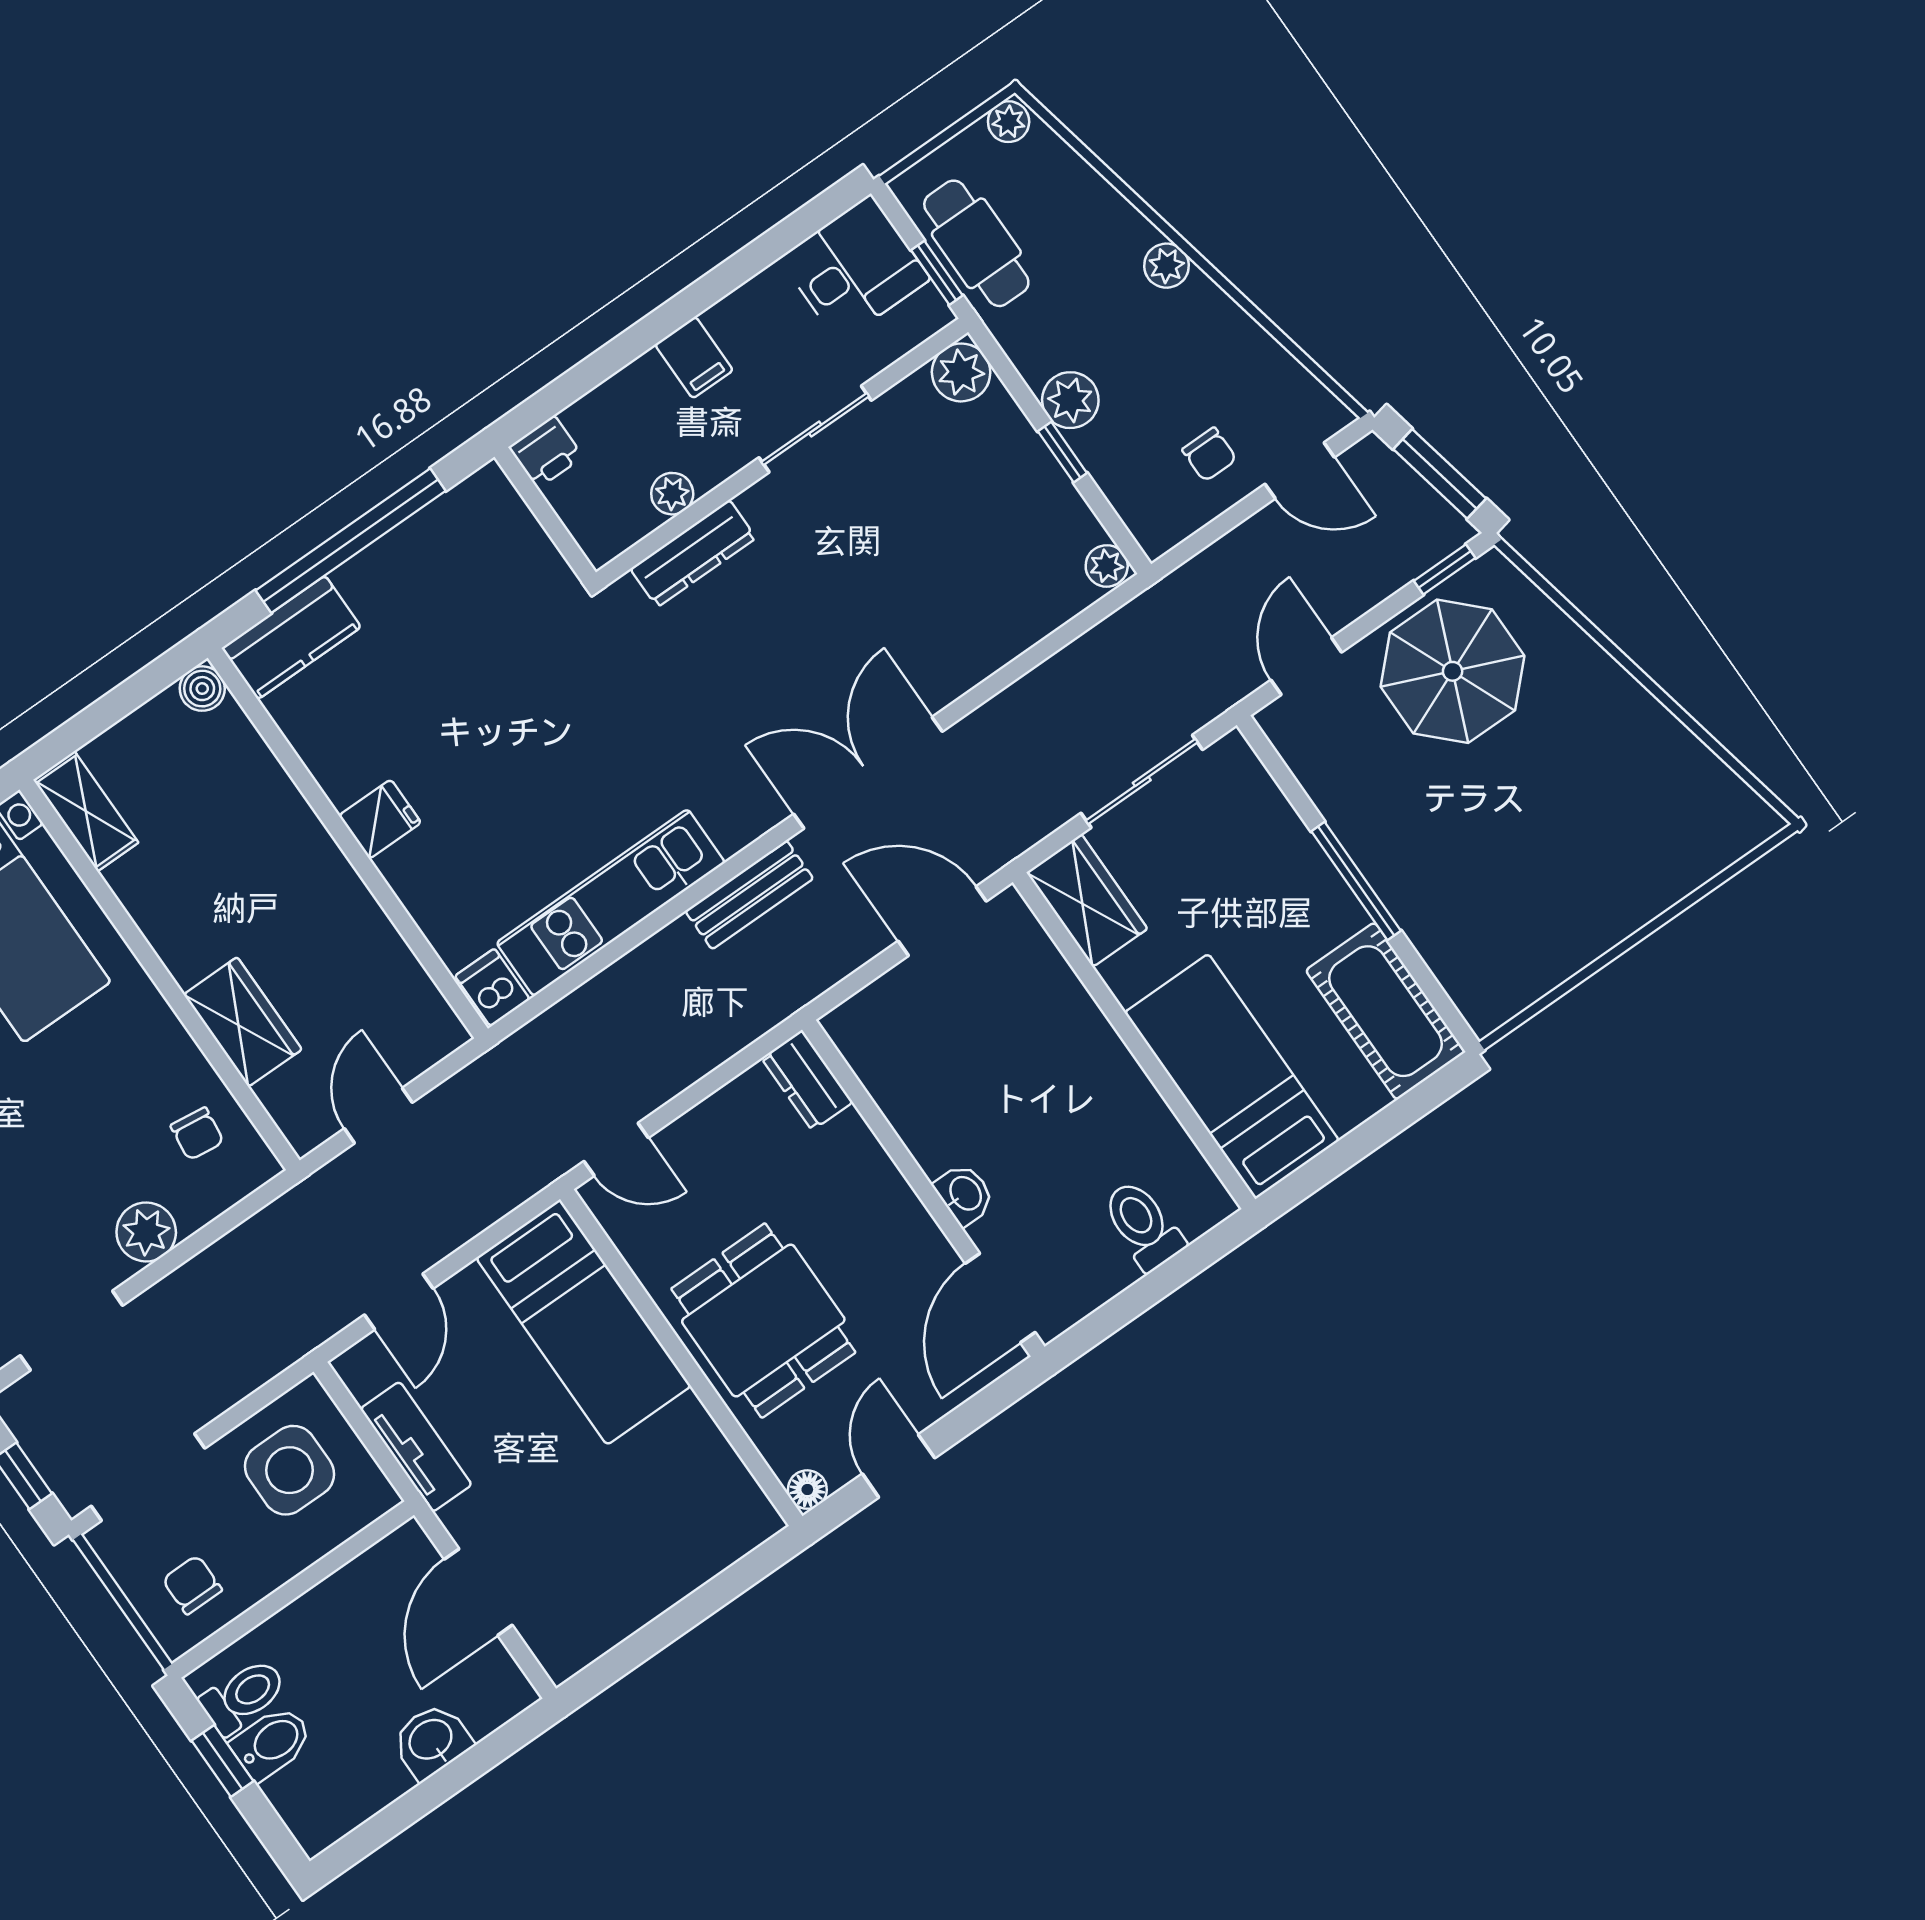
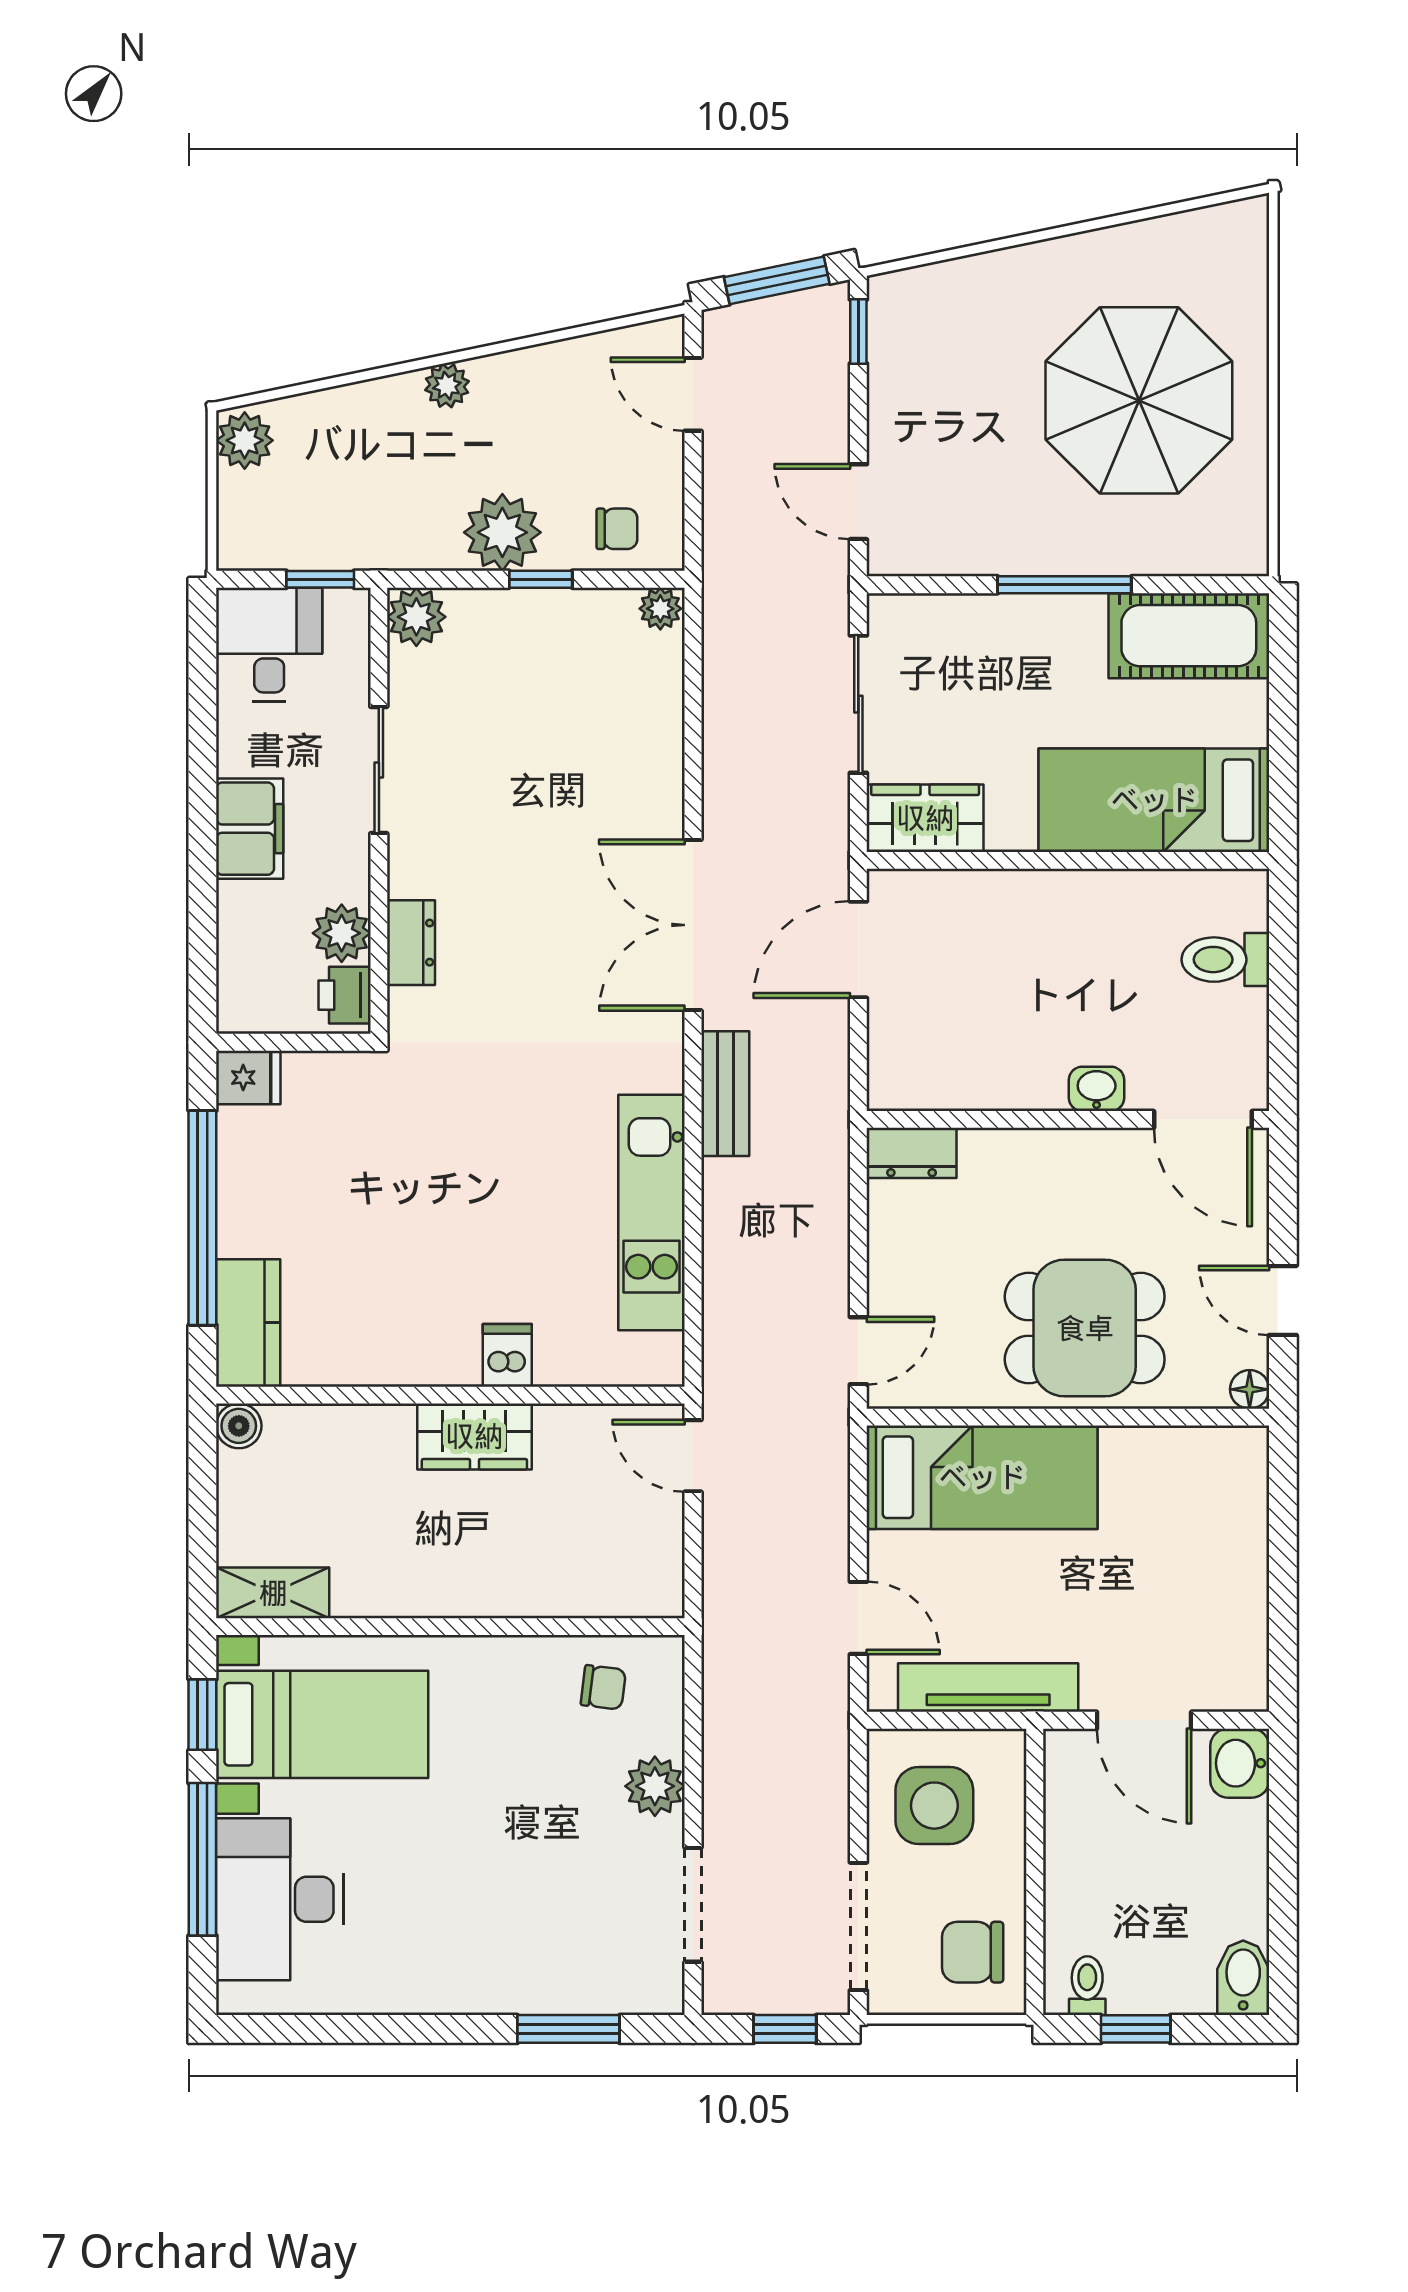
plant: (1009, 122) -> (245, 440), width x1.38, depth x1.38
cafe table: (976, 243) -> (319, 530), removed
filing cabinet: (694, 357) -> (250, 829), width x2.00
plant: (1070, 400) -> (502, 532), width x1.36, depth x1.36
printer: (546, 452) -> (345, 995), moved, turned 180
chair: (1209, 454) -> (617, 529), moved
door: (1300, 471) -> (693, 394), swing flipped
plant: (672, 494) -> (342, 933), width x1.38, depth x1.38
dresser: (693, 553) -> (411, 943), width x0.70
parasol: (1453, 671) -> (1139, 400), moved, width x1.36, depth x1.36
fridge: (380, 819) -> (248, 1077), moved, turned 90
dishwasher: (492, 988) -> (507, 1355), moved, turned 90
wardrobe: (243, 1022) -> (474, 1436), moved, turned 180
door: (378, 1116) -> (693, 1456), moved
tv unit: (416, 1447) -> (988, 1688), width x1.41
chair: (192, 1585) -> (973, 1952), width x1.37, depth x1.37
toilet: (243, 1696) -> (1087, 1986), width x0.73, depth x0.72
washbasin: (431, 1741) -> (1240, 1763), moved
bidet: (272, 1743) -> (1243, 1978), moved

